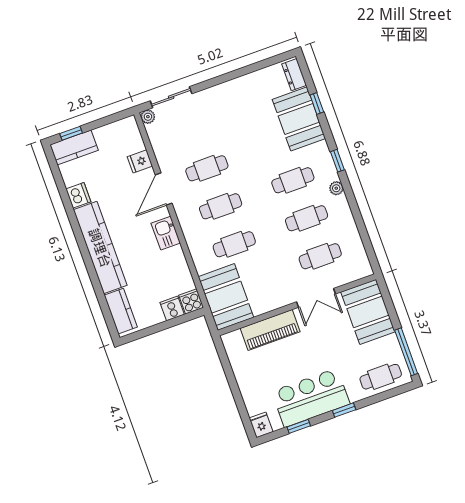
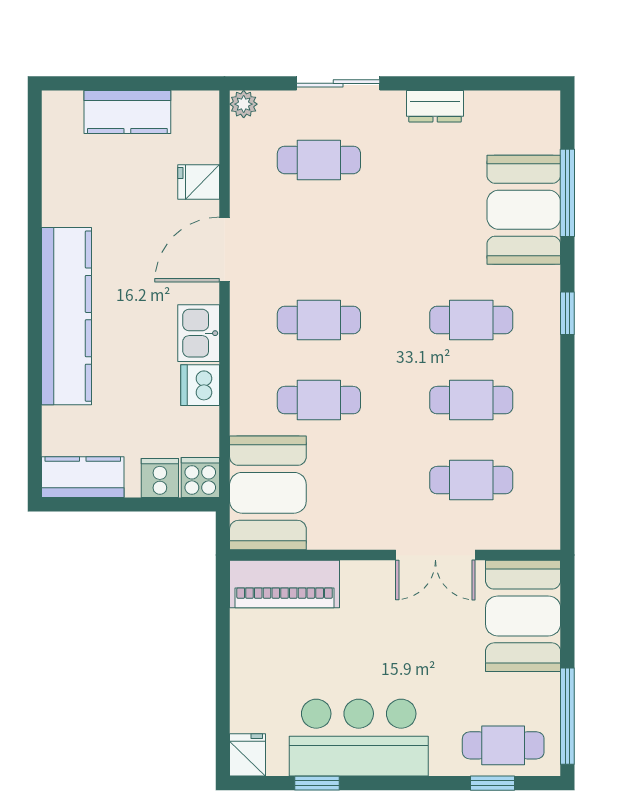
dresser: (294, 75) -> (435, 106), moved, turned -90
sliding door: (171, 97) -> (338, 83), moved
window: (317, 104) -> (567, 193), width x2.17
window: (71, 133) -> (89, 83), removed
kitchen counter: (74, 147) -> (127, 112), moved
cafe table: (207, 168) -> (319, 160), moved
plant: (336, 188) -> (547, 364), removed
dishwasher: (78, 195) -> (200, 385), moved, turned 180
kitchen counter: (121, 311) -> (83, 477), moved, turned -90
piano: (270, 330) -> (285, 584), moved
window: (344, 410) -> (492, 783), moved

